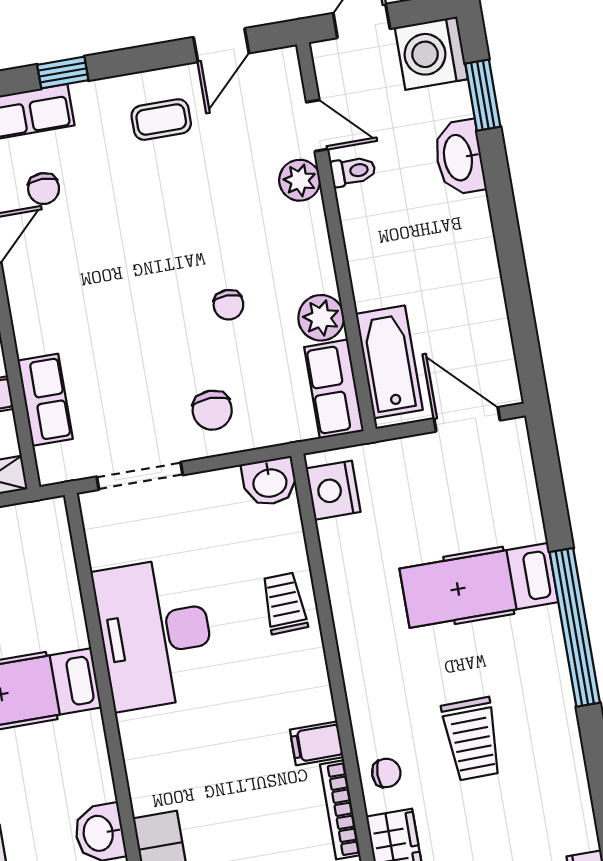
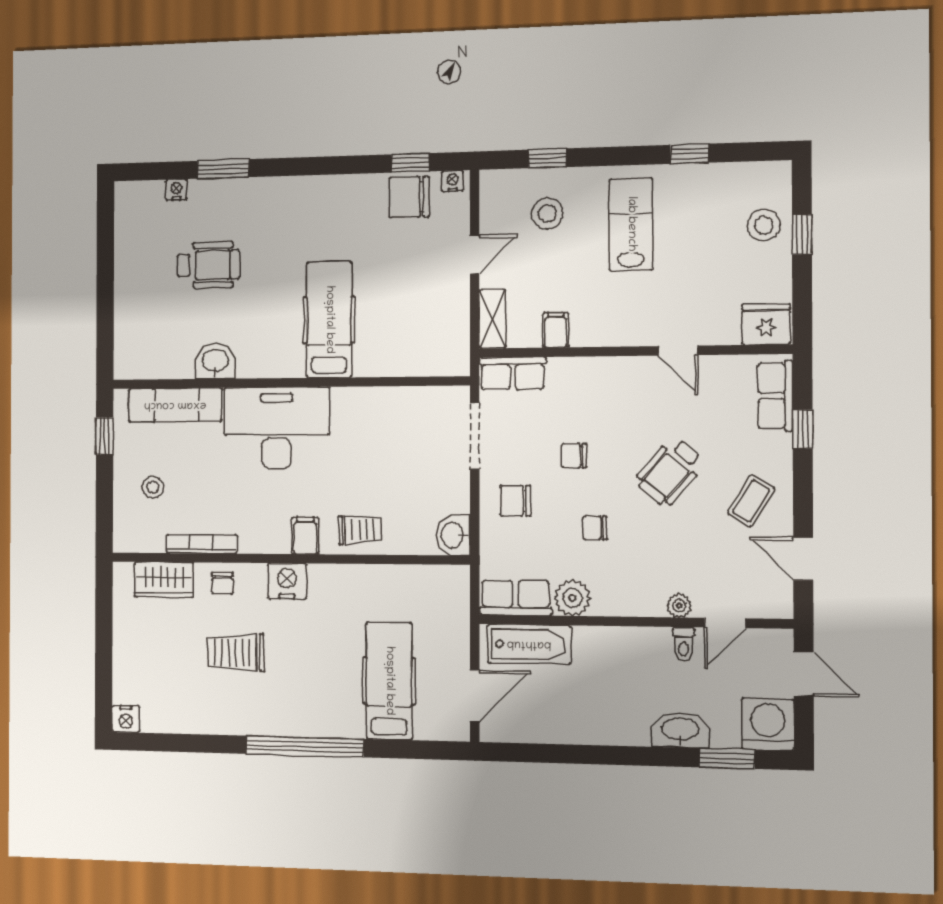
coffee table: (161, 120) -> (751, 501), turned 32
plant: (300, 180) -> (679, 606), width x0.73, depth x0.73
chair: (44, 189) -> (574, 456), moved
wheelchair: (143, 224) -> (670, 472), added
row of seats: (45, 400) -> (513, 373), moved
nightstand: (333, 490) -> (287, 581), moved
hospital bed: (479, 585) -> (389, 681), moved
desk: (155, 633) -> (277, 428), moved
filing cabinet: (317, 743) -> (305, 536), moved

